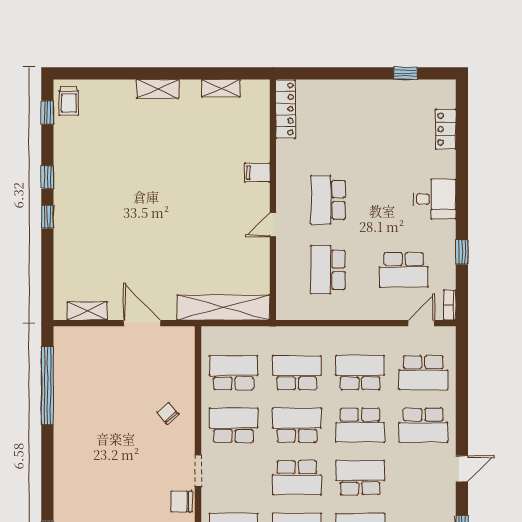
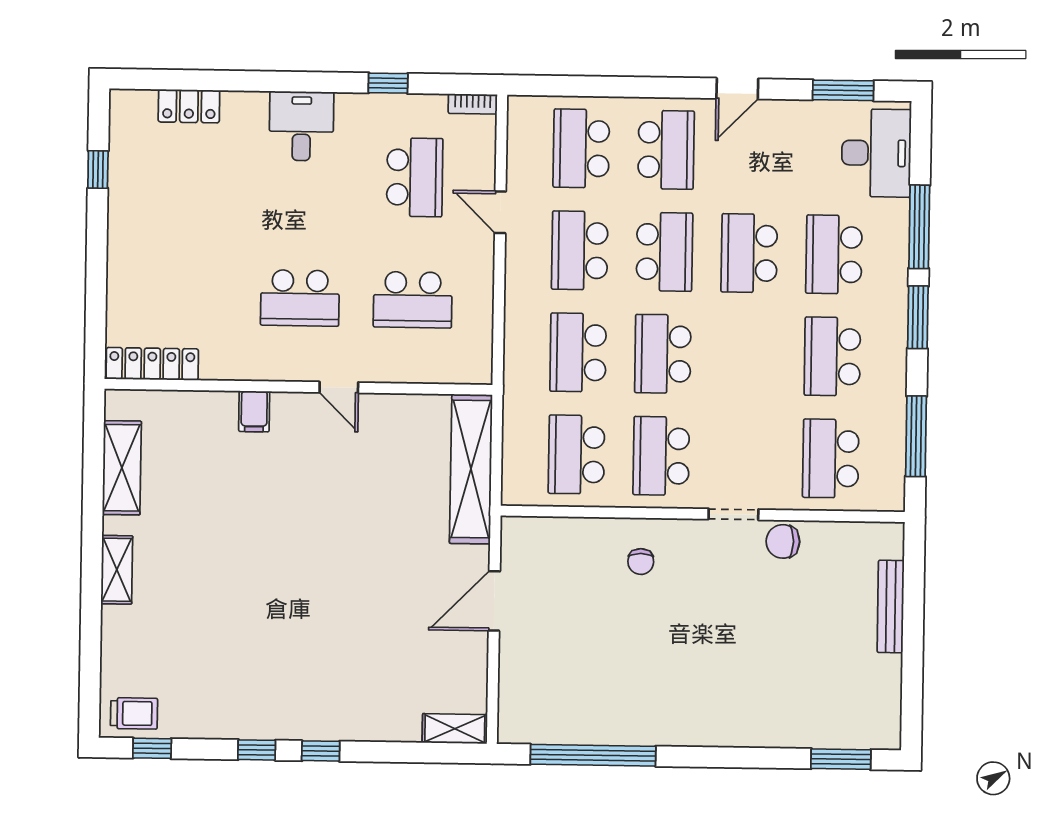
shelving: (221, 88) -> (122, 468), width x1.50, depth x1.33
shelving: (87, 311) -> (455, 729), moved, turned 90
door: (421, 323) -> (500, 212), moved
school desk: (423, 373) -> (581, 148), turned 180
chair: (168, 414) -> (641, 562), turned -49
door: (462, 469) -> (737, 89), swing flipped
school desk: (297, 478) -> (748, 355), removed
chair: (182, 501) -> (783, 541), turned 90

